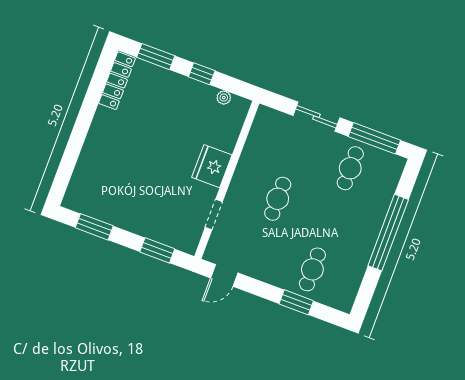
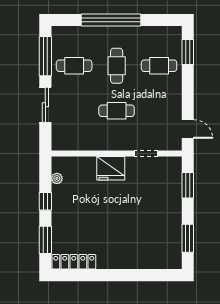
cafe table: (331, 219) -> (117, 66), added
window: (296, 302) -> (188, 52), moved

